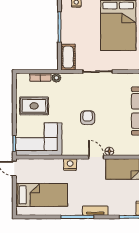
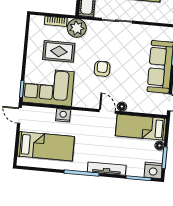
plant: (56, 78) -> (77, 28), width x1.88, depth x1.88
rug: (34, 106) -> (59, 51), moved
nightstand: (70, 164) -> (63, 115), moved
tv unit: (95, 211) -> (107, 169), width x1.41

